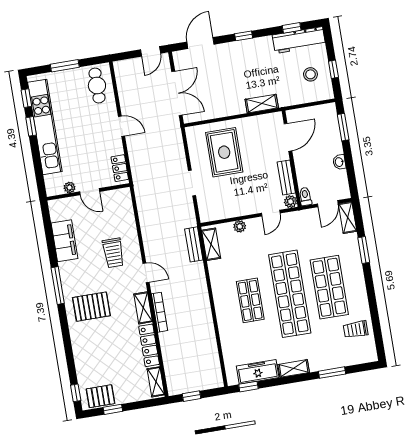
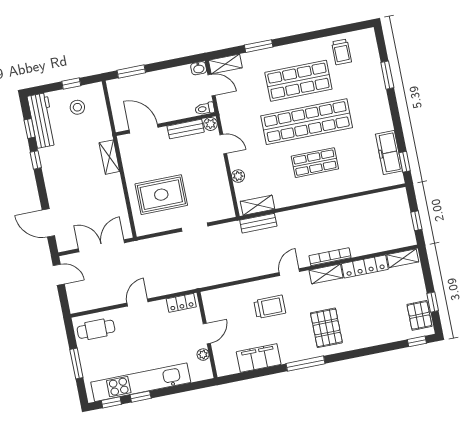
window: (244, 36) -> (36, 160), moved
washbasin: (339, 162) -> (199, 68), moved
shelving: (294, 368) -> (384, 115), removed

